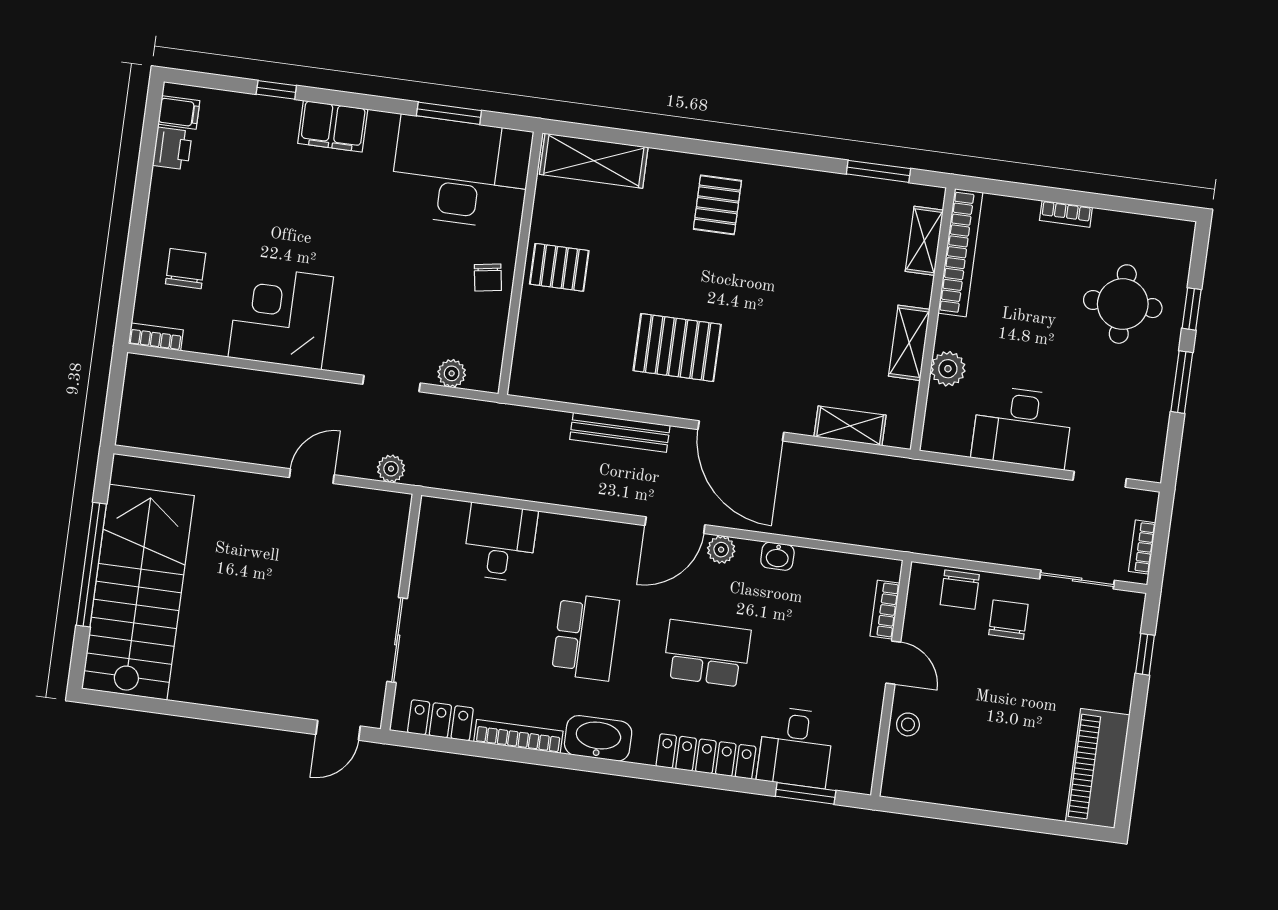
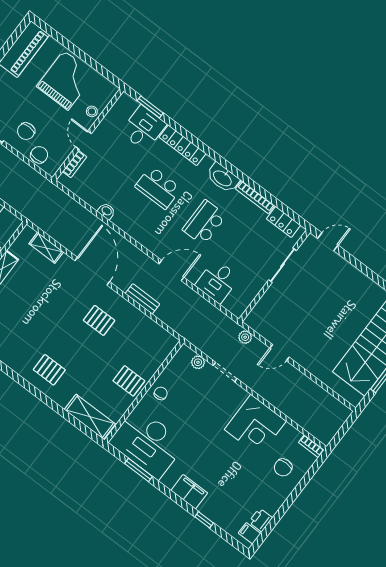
pallet: (717, 205) -> (49, 370), turned 90
pallet: (677, 348) -> (99, 320), width x0.67, depth x0.71
bench: (620, 432) -> (142, 299), width x0.73
door: (675, 525) -> (171, 271), moved
plant: (721, 550) -> (128, 227), removed
grand piano: (988, 755) -> (66, 80), added

